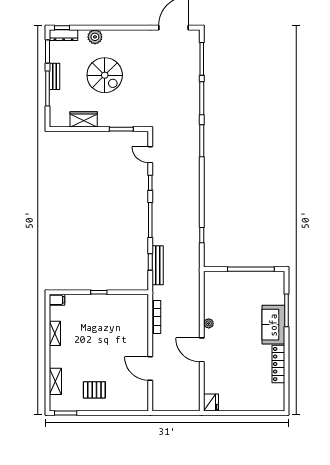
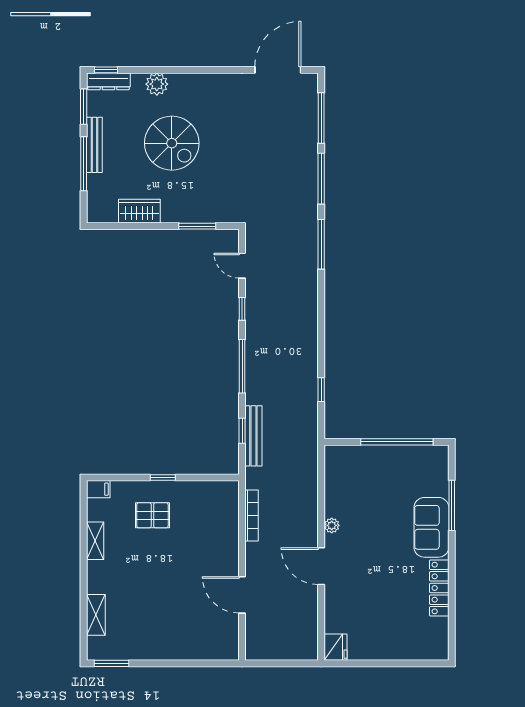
bench: (54, 76) -> (94, 145), width x1.36
pallet: (94, 390) -> (152, 515), moved

